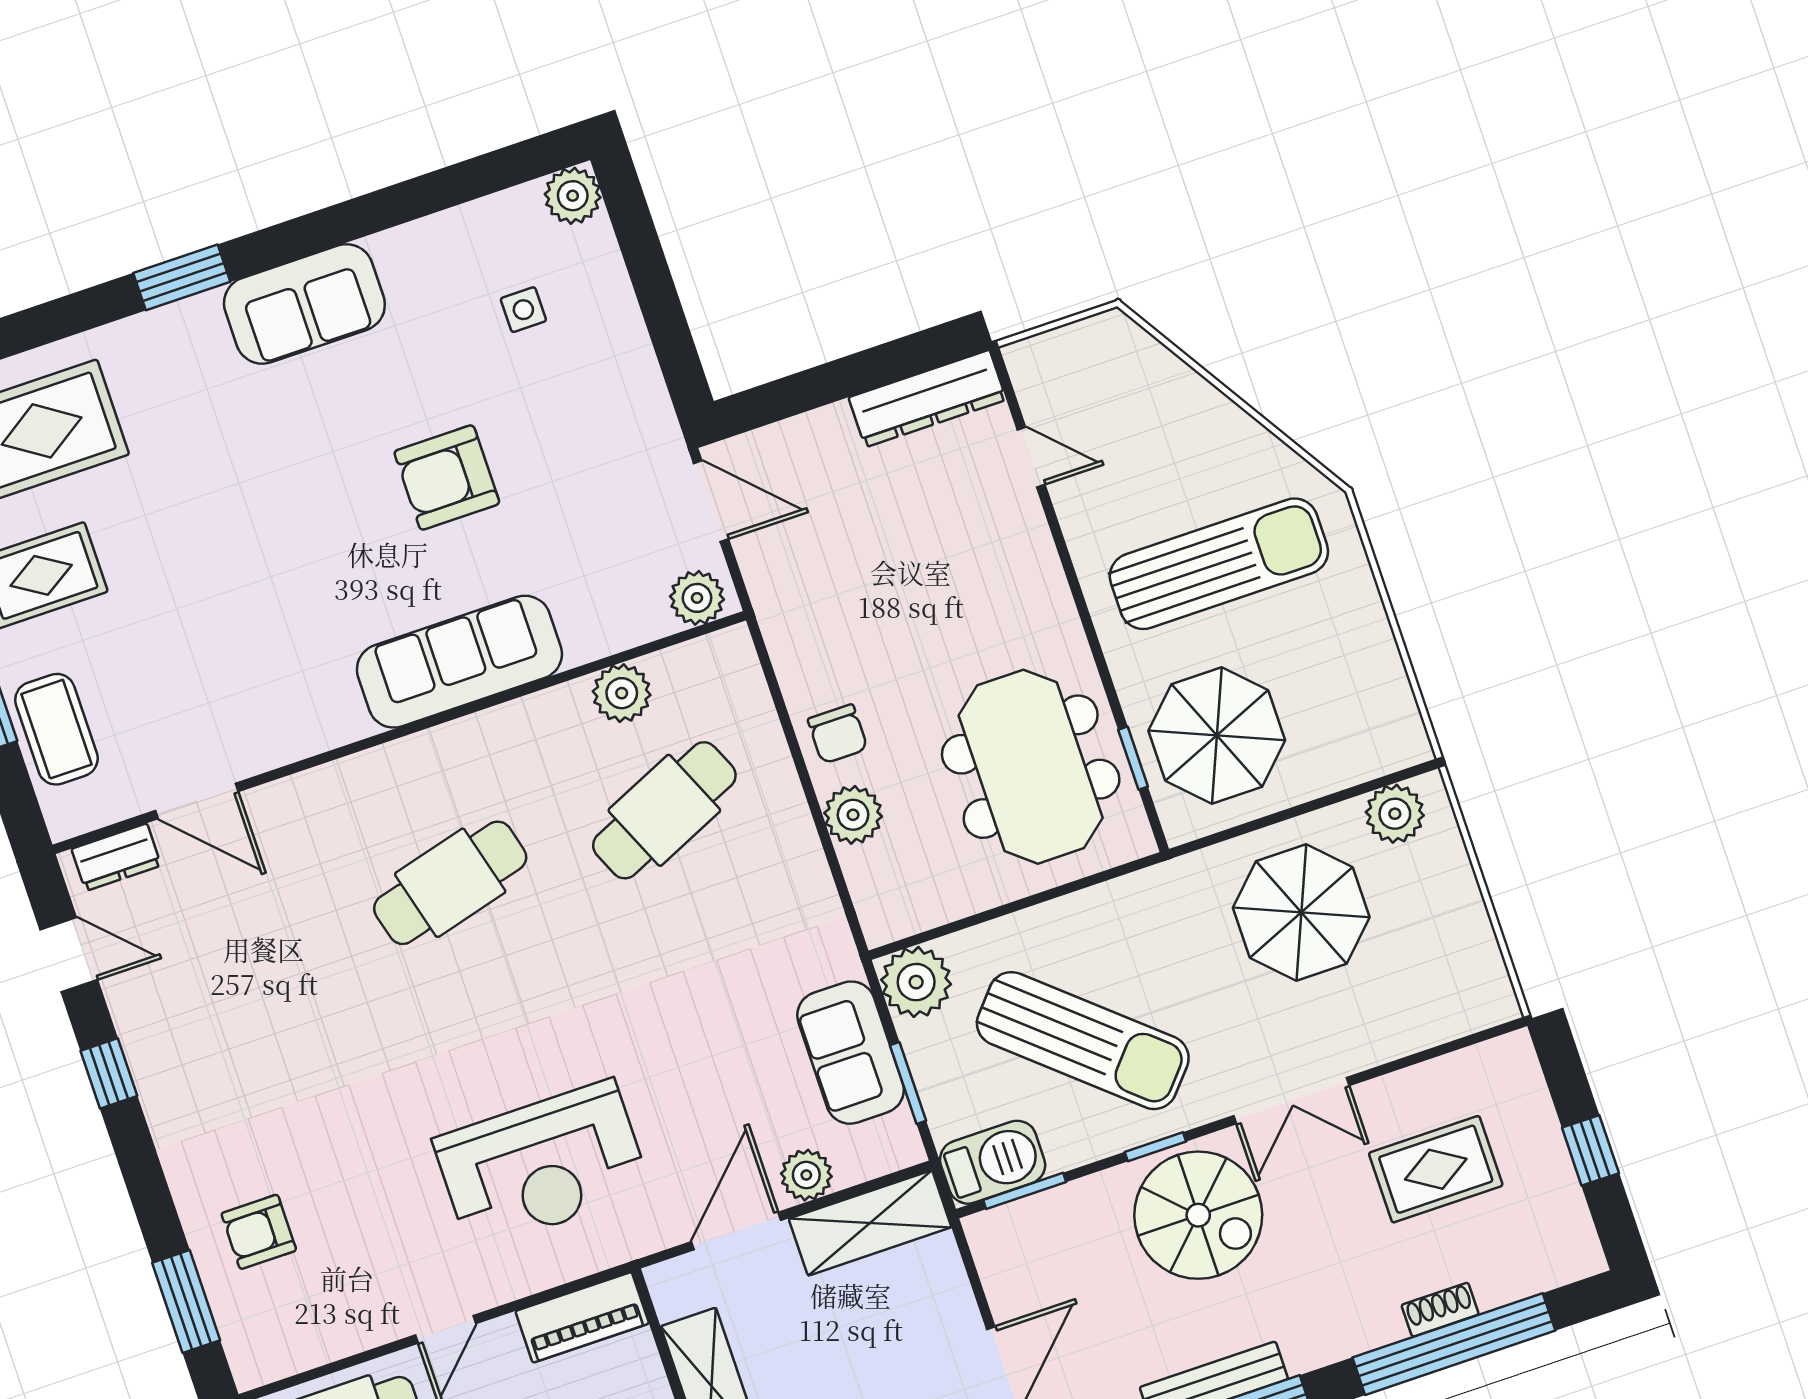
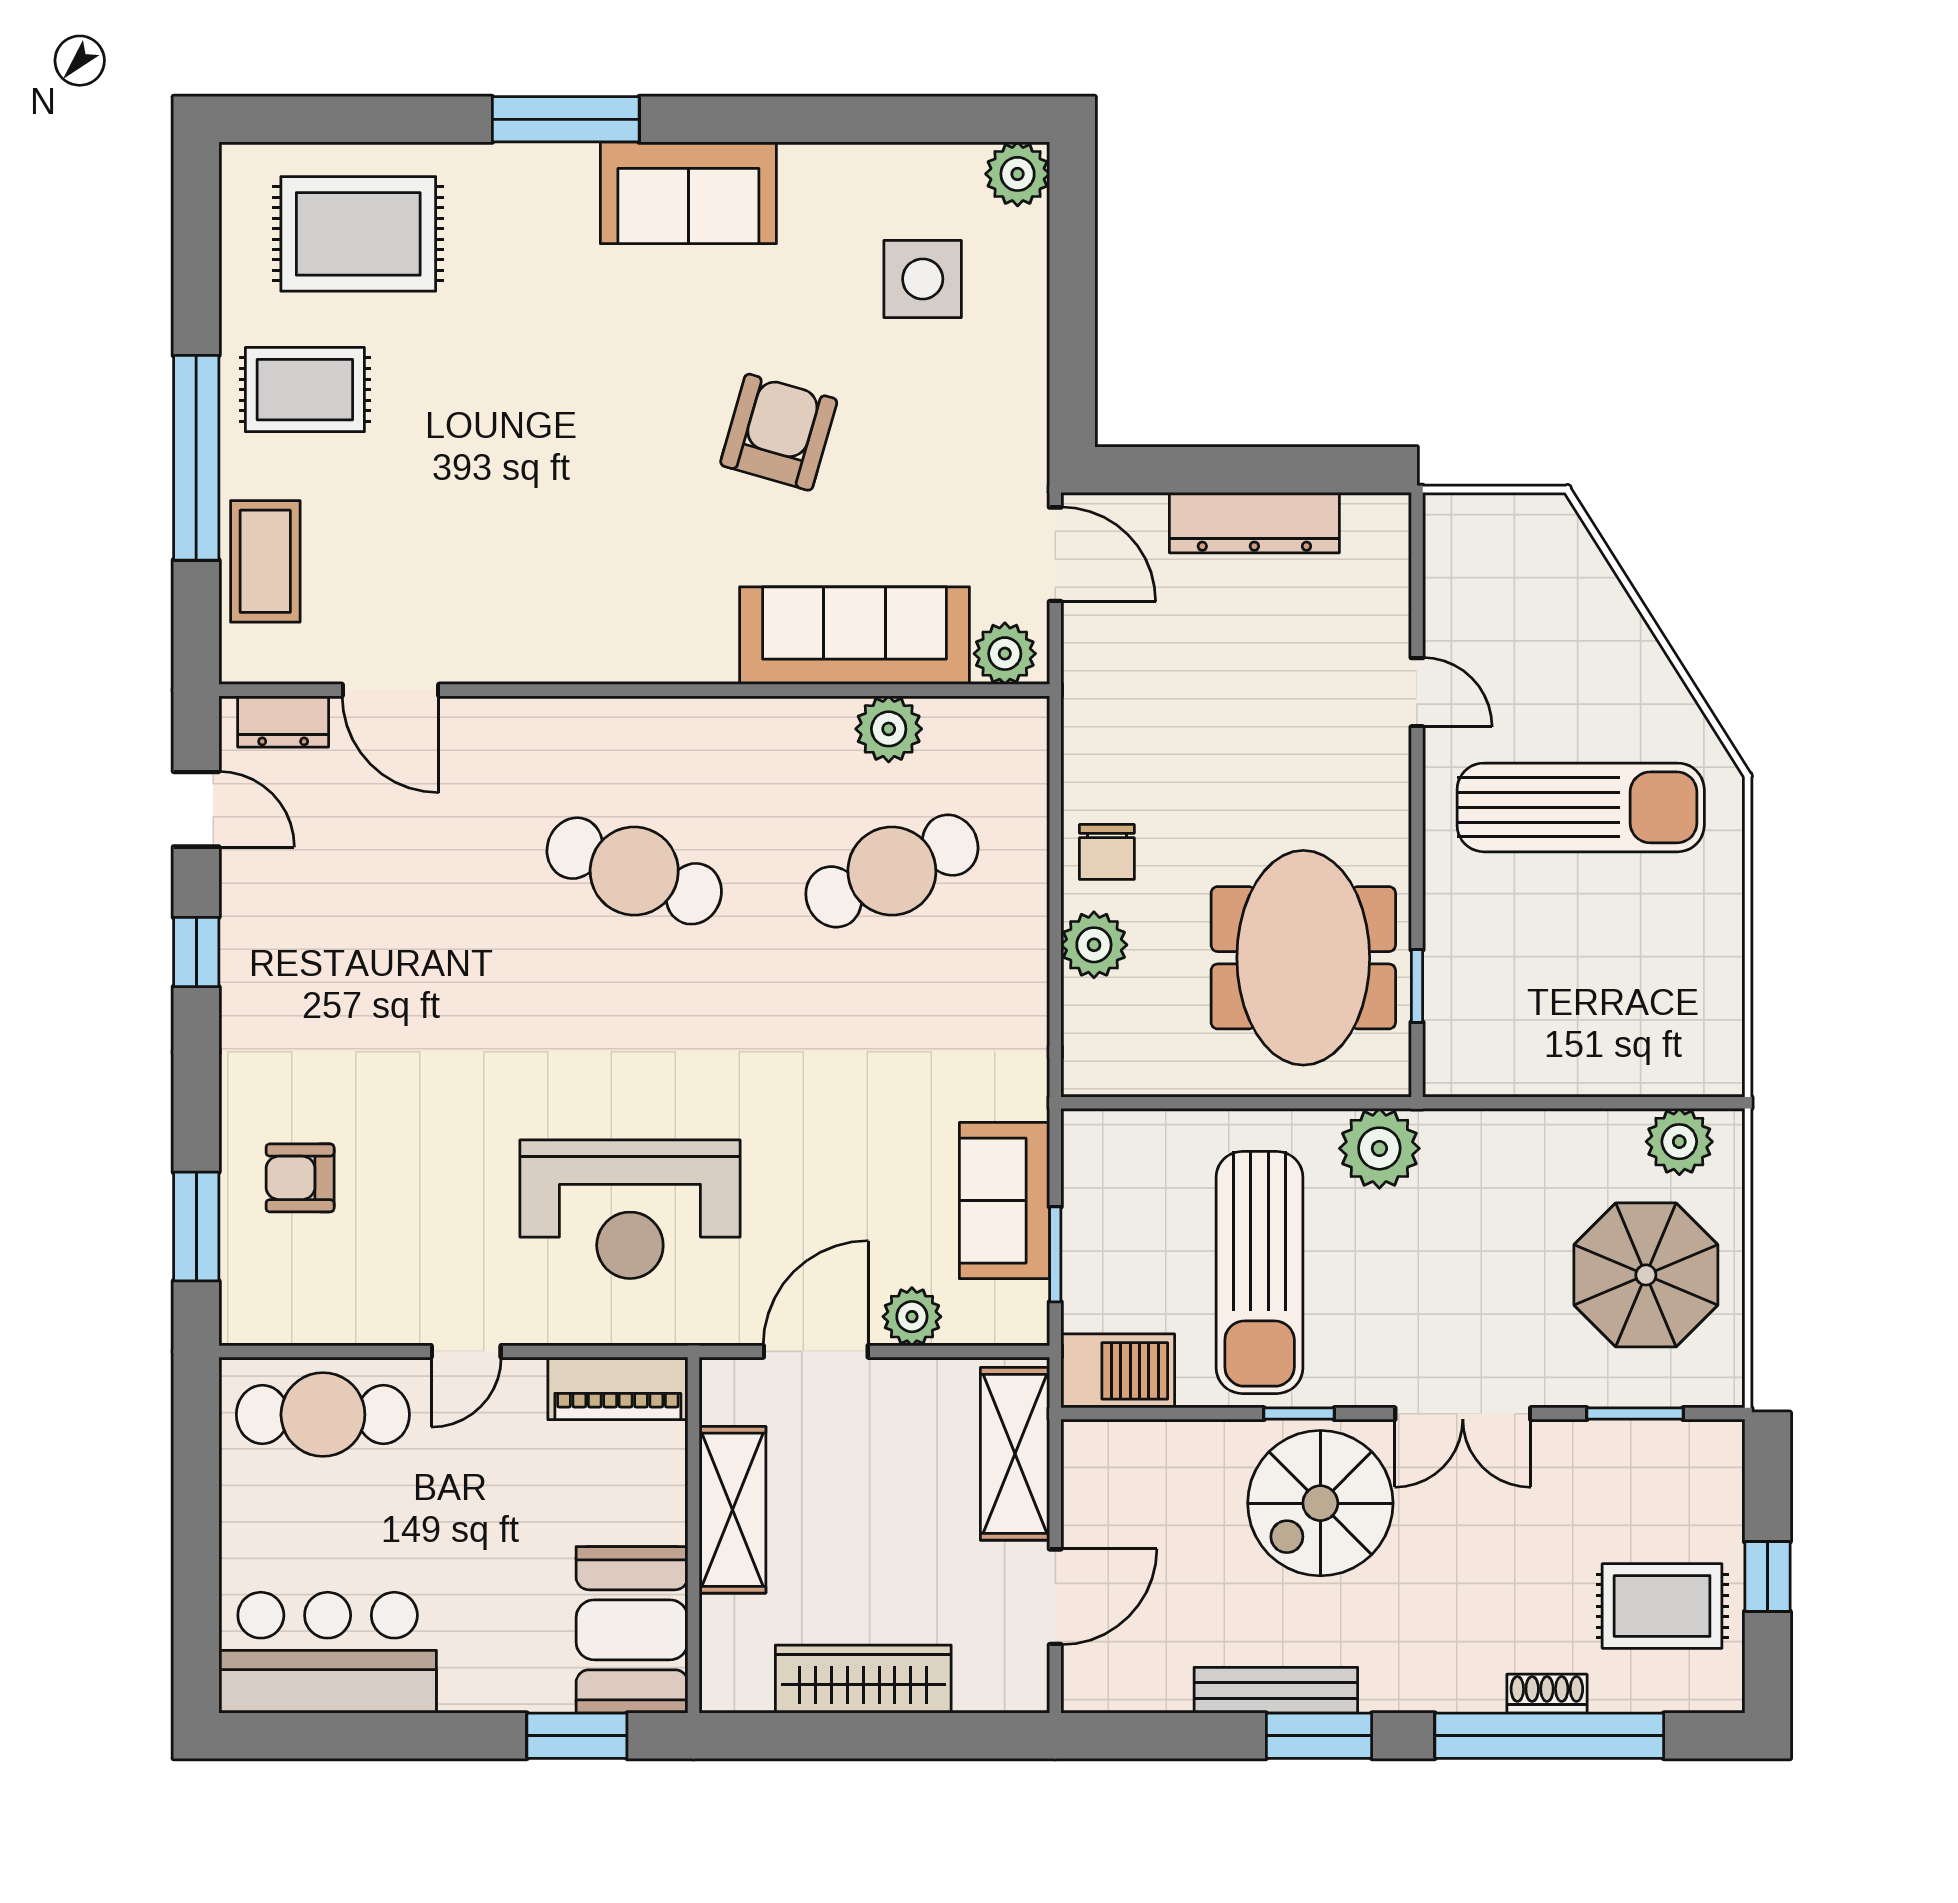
window: (182, 277) -> (566, 119), width x1.44
side table: (523, 310) -> (923, 279), width x1.87, depth x1.87
dresser: (927, 399) -> (1254, 523), moved
door: (1031, 457) -> (1417, 692), moved
armchair: (447, 477) -> (779, 432), turned 106
sofa: (459, 662) -> (854, 636), moved
parasol: (1217, 735) -> (1516, 992), removed
cafe table: (450, 883) -> (634, 871), turned 36
parasol: (1301, 912) -> (1646, 1275), moved
plant: (916, 982) -> (1379, 1148), moved
sun lounger: (1083, 1041) -> (1260, 1272), turned 49
rug: (1436, 1169) -> (1662, 1606), moved
window: (1025, 1191) -> (1635, 1414), moved
spiral stairs: (1198, 1215) -> (1320, 1503), turned 90
shelving: (870, 1223) -> (1015, 1454), moved, turned 90

